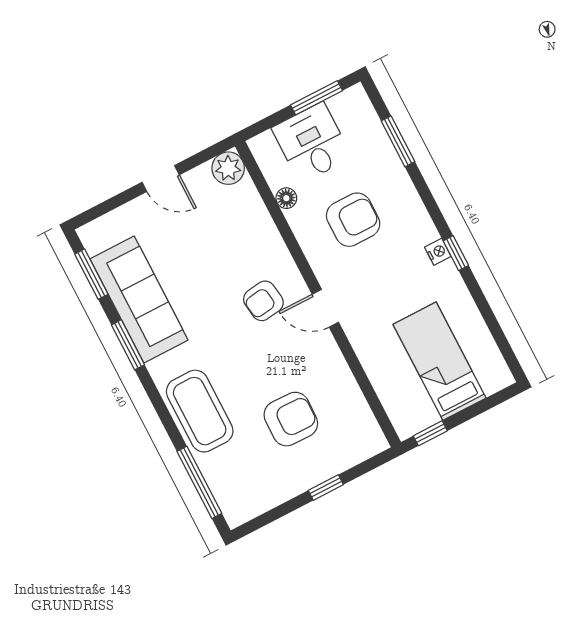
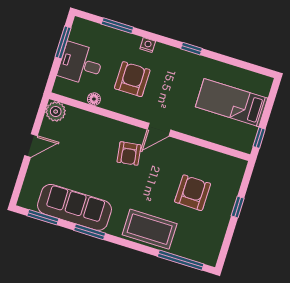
nightstand: (438, 252) -> (148, 45), moved

